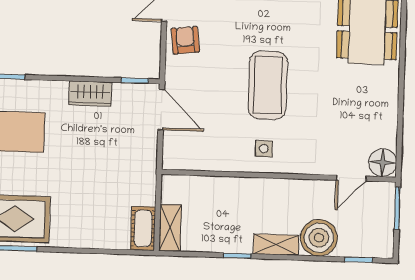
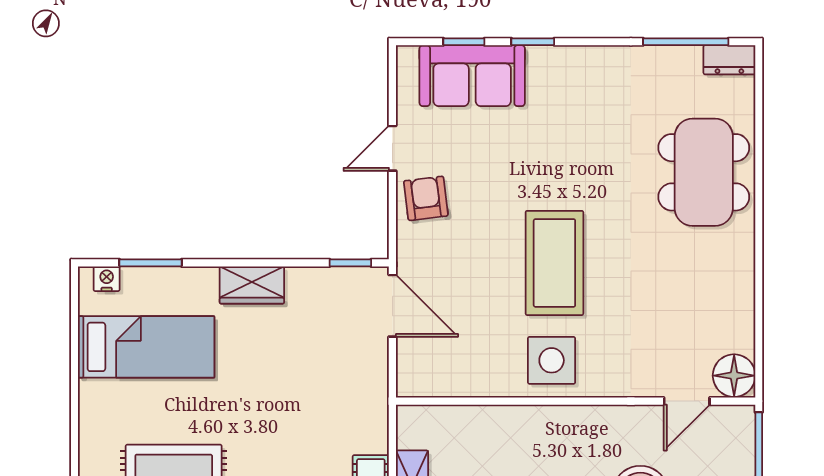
wardrobe: (90, 94) -> (252, 285), moved
side table: (264, 149) -> (552, 360), width x1.87, depth x1.87

